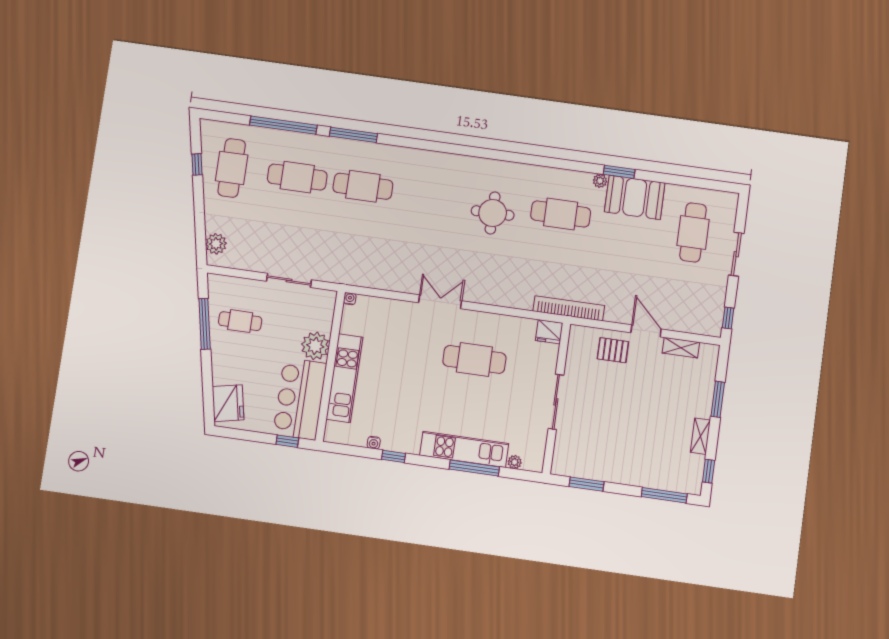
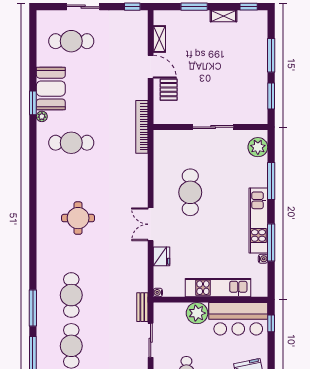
round table: (493, 213) -> (78, 218), moved
cafe table: (561, 214) -> (71, 143), turned 90
bench: (334, 276) -> (142, 307), added
door: (646, 331) -> (151, 67), swing flipped
fridge: (549, 332) -> (162, 256), moved
kitchen unit: (464, 449) -> (258, 221), moved
window: (394, 456) -> (271, 242), width x2.17
plant: (515, 462) -> (258, 147), width x1.88, depth x1.88
window: (664, 495) -> (271, 55), moved

